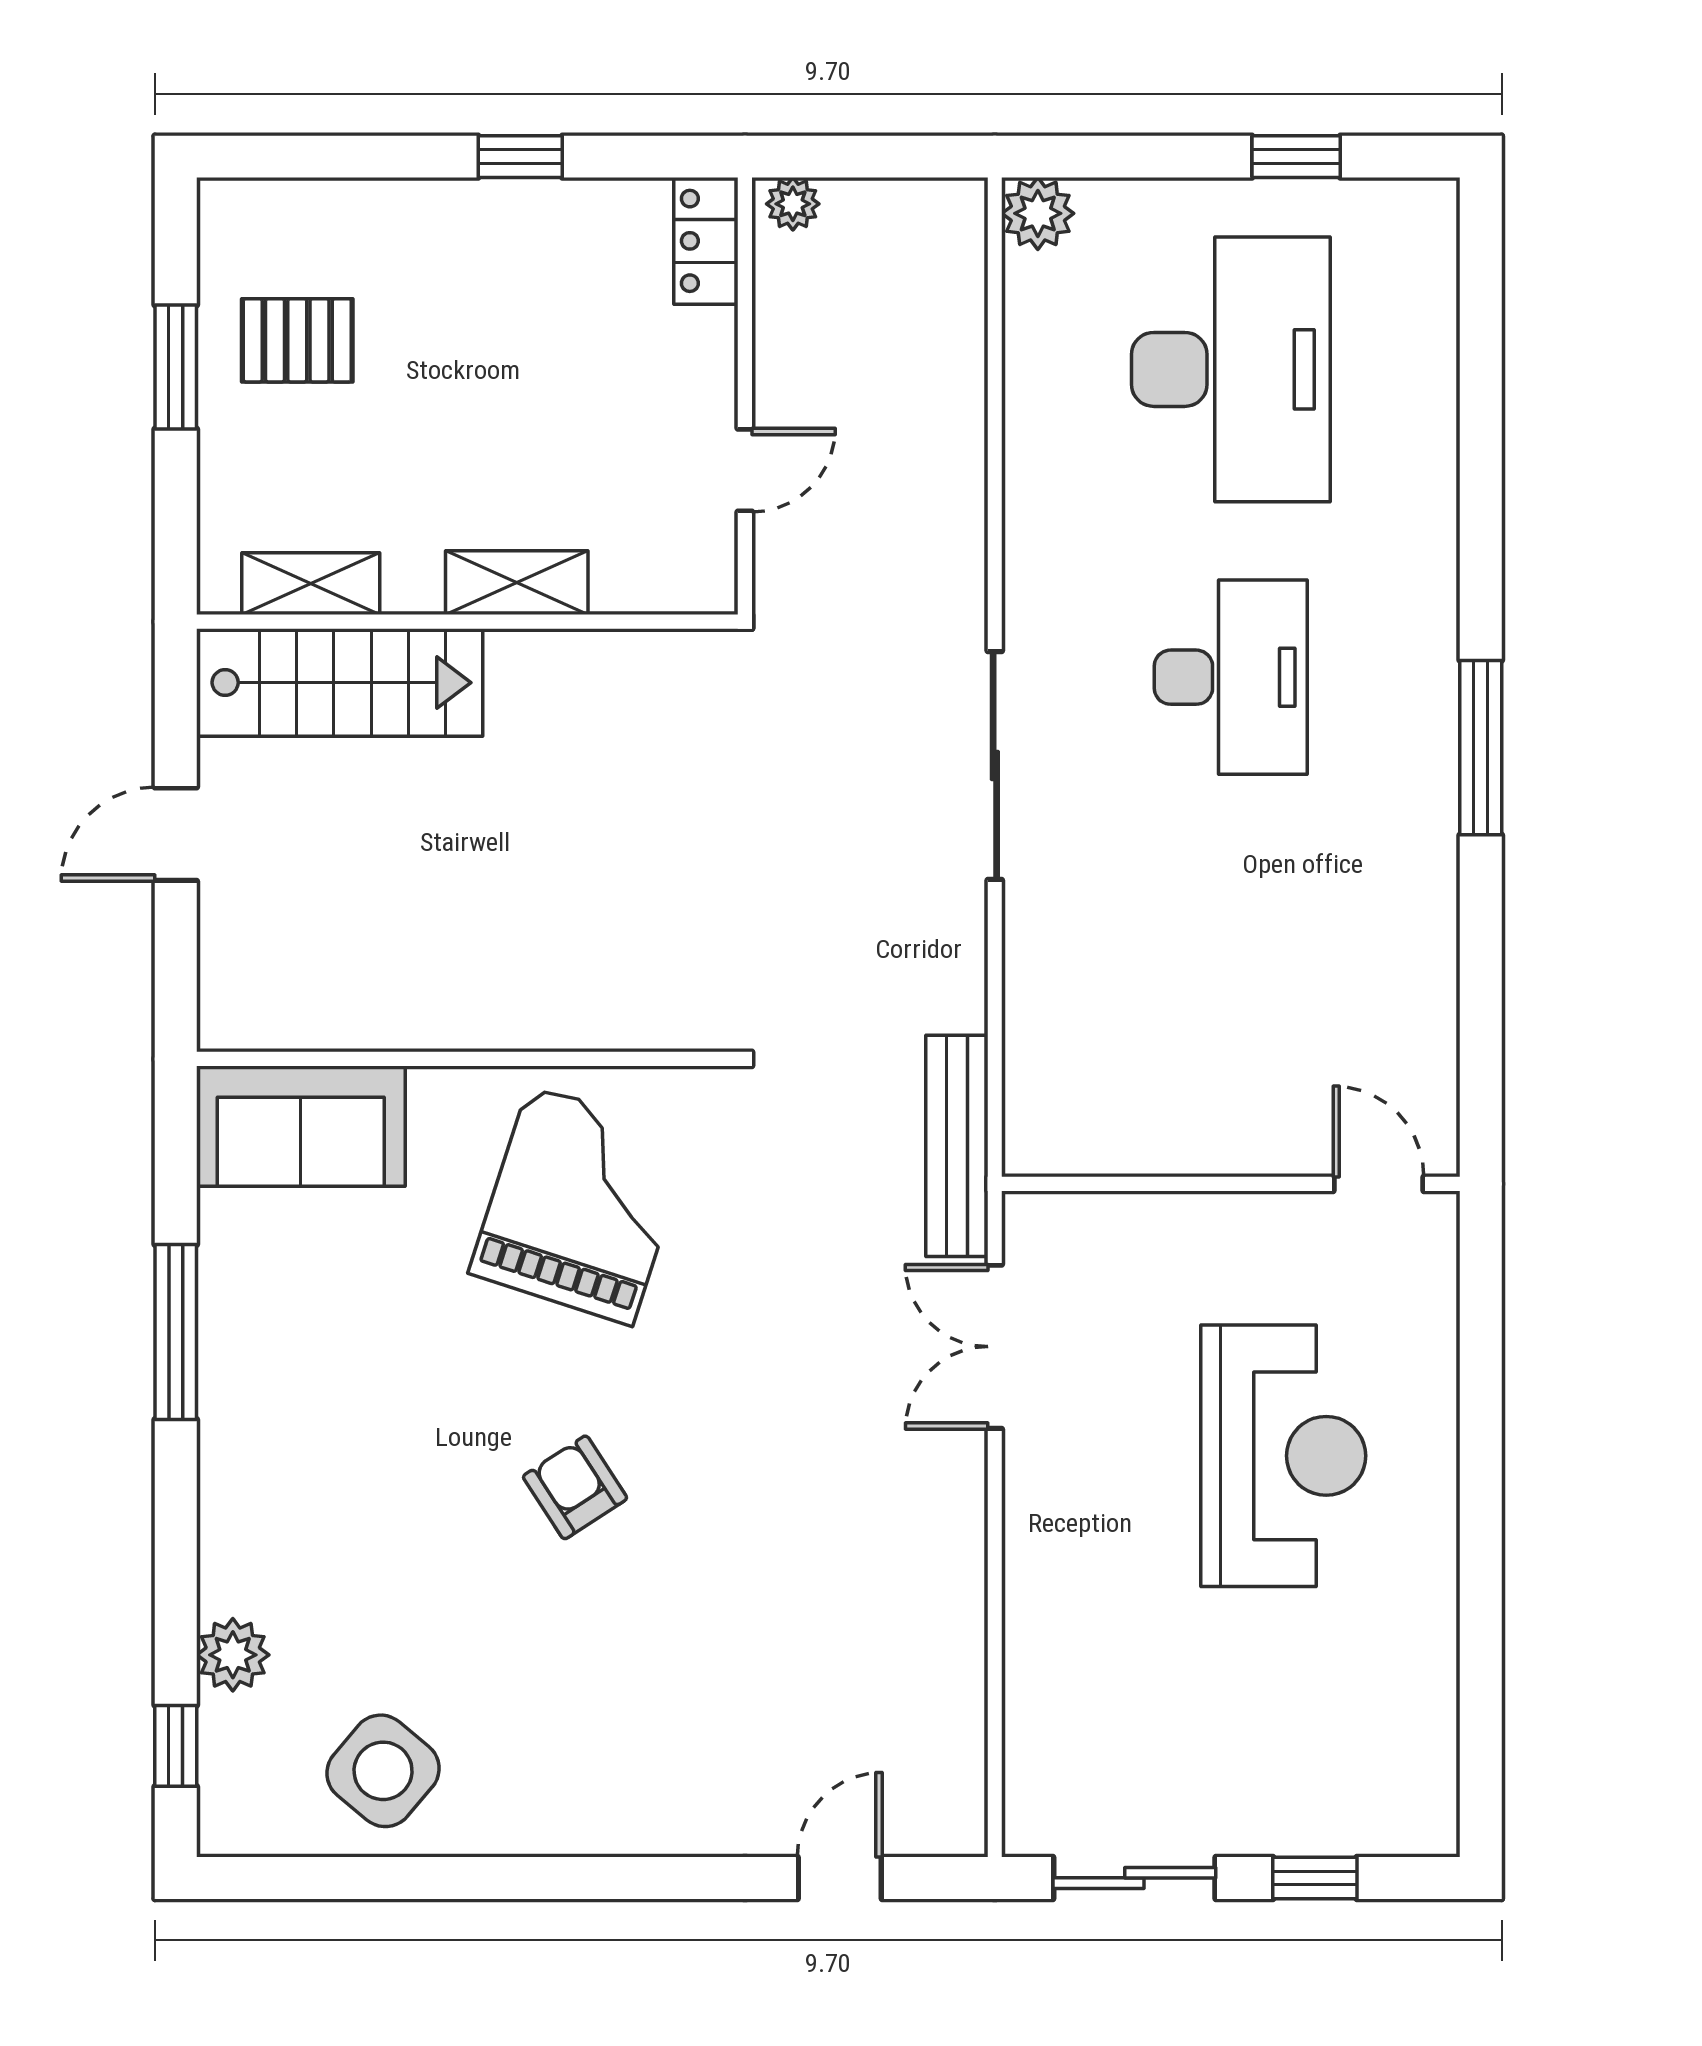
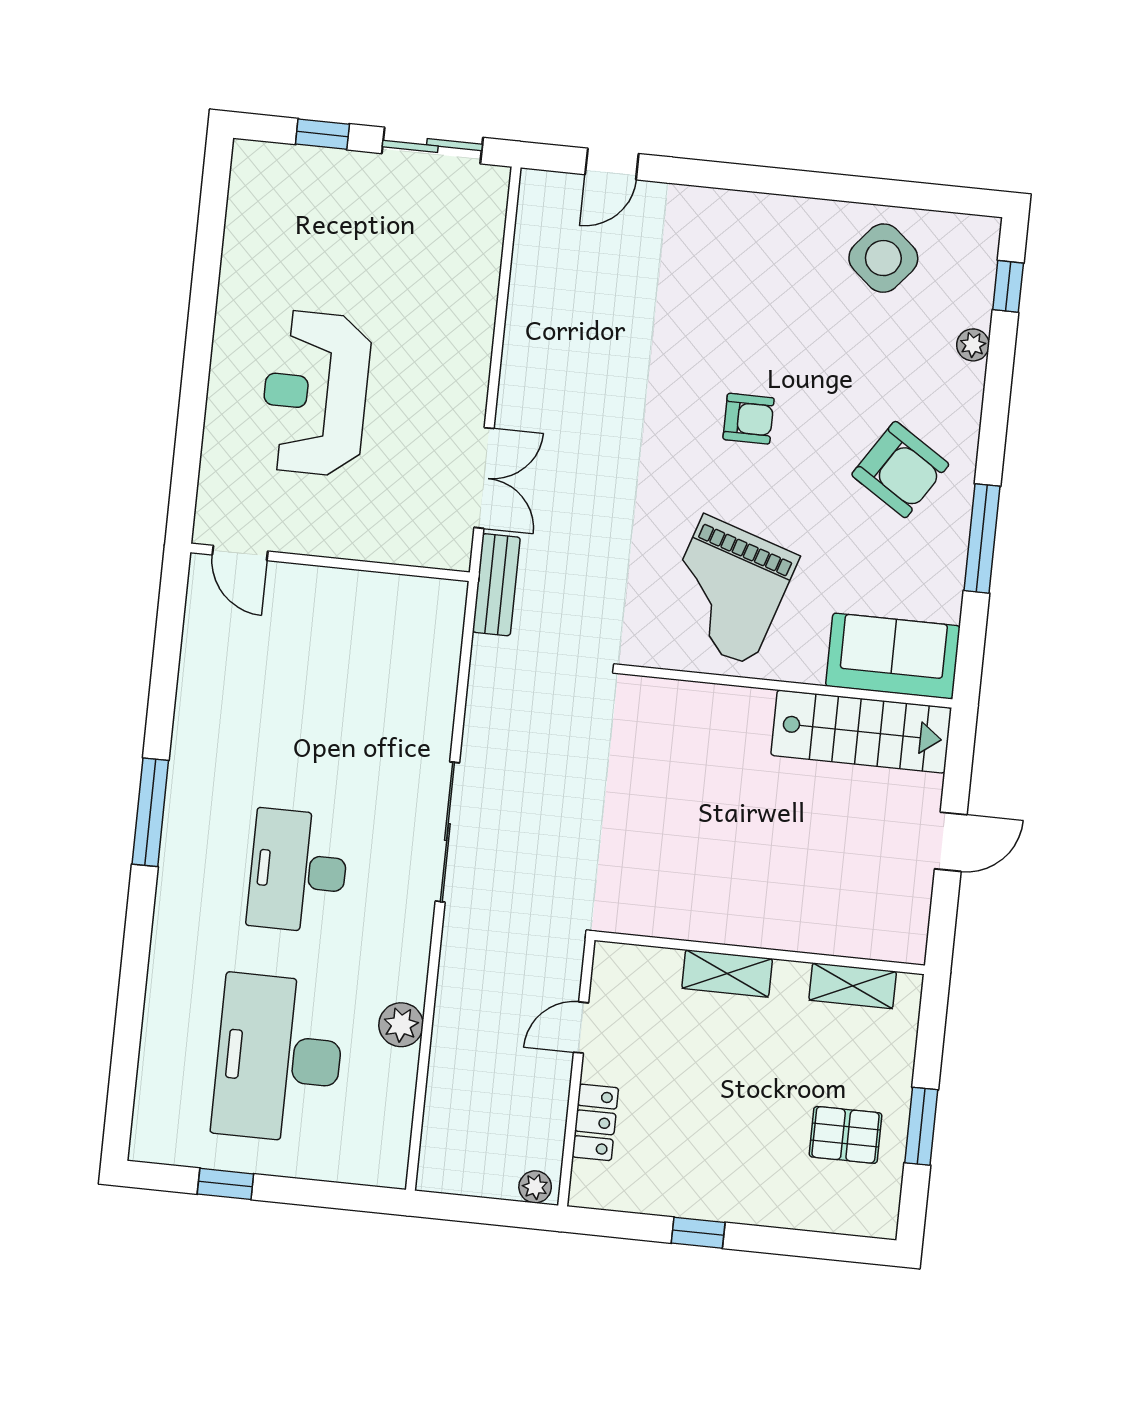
plant: (1038, 213) -> (401, 1025), moved
locker: (706, 241) -> (595, 1122), moved
stairs: (340, 683) -> (861, 732), moved, turned 180
bench: (957, 1146) -> (496, 585), width x0.73
armchair: (320, 1430) -> (900, 470), added
armchair: (575, 1487) -> (749, 419), turned -57
plant: (233, 1655) -> (973, 345), width x0.73, depth x0.73

